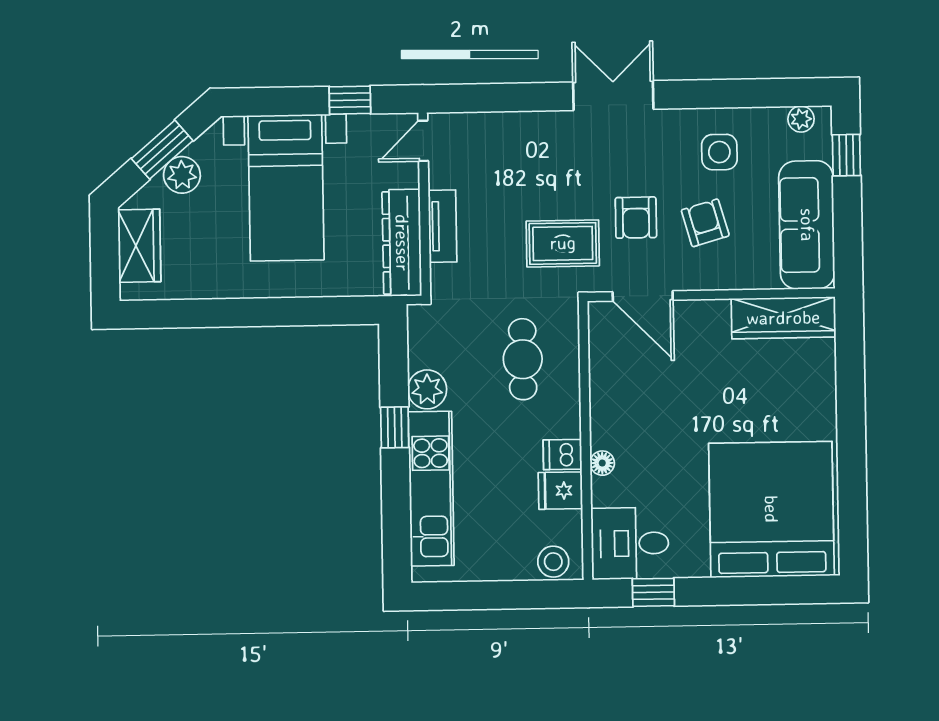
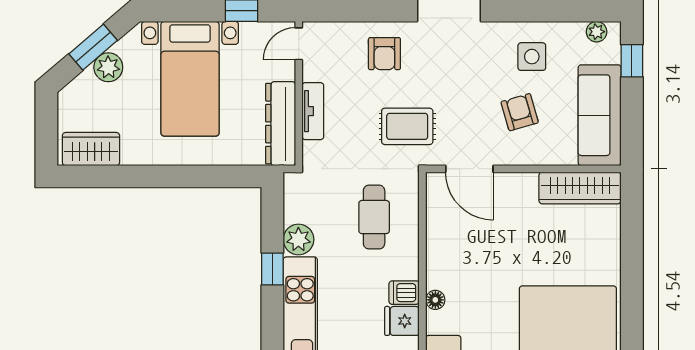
armchair: (636, 218) -> (384, 54), moved
wardrobe: (139, 246) -> (91, 149), moved, turned -90

